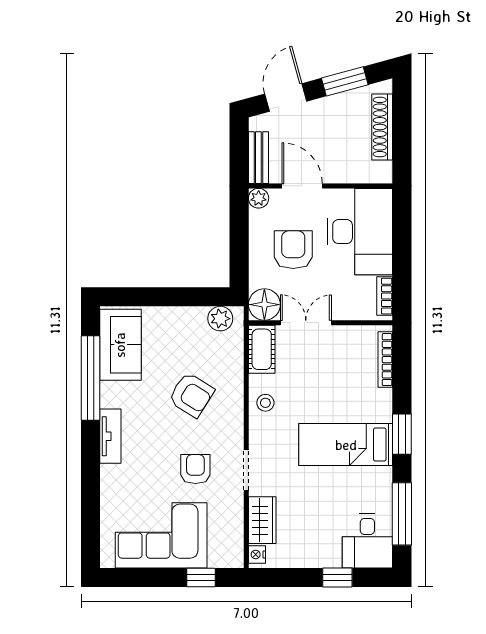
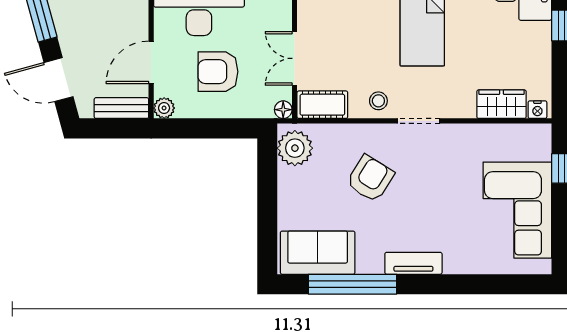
floor lamp: (264, 305) -> (283, 110), width x0.53, depth x0.53
plant: (220, 319) -> (295, 148), width x1.36, depth x1.36
armchair: (195, 469) -> (448, 174), removed
doorway: (246, 470) -> (419, 121), moved

